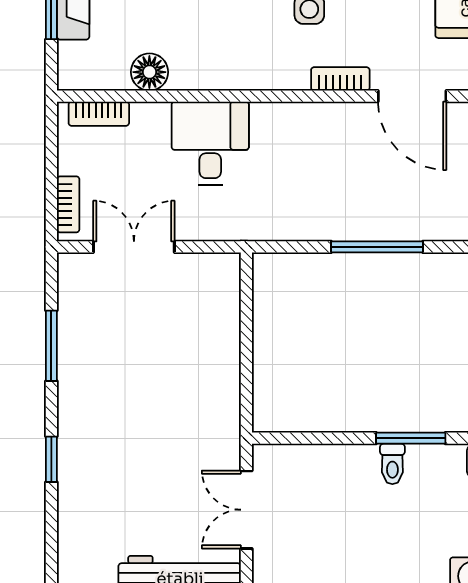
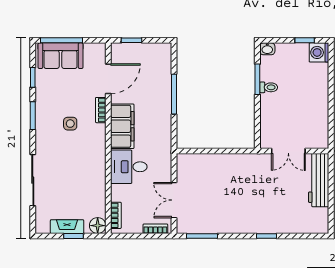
floor lamp: (149, 72) -> (98, 226), moved
filing cabinet: (303, 128) -> (122, 126), added
window: (51, 346) -> (202, 236), moved

